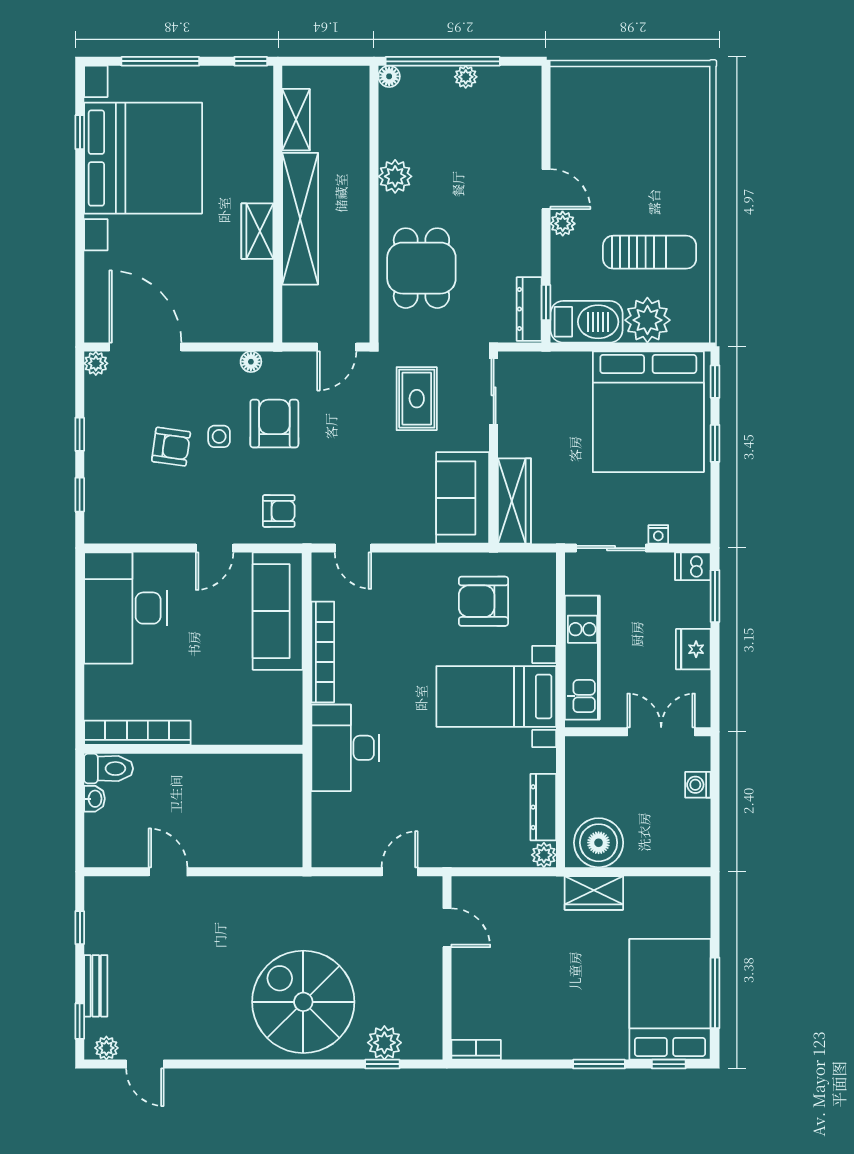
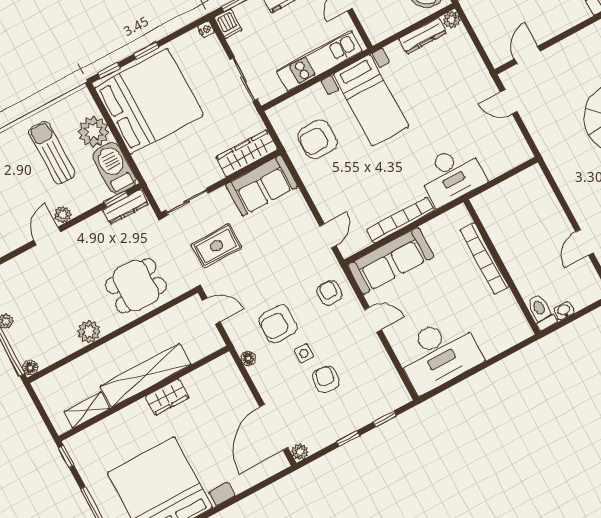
nightstand: (658, 534) -> (206, 29), moved
armchair: (483, 601) -> (318, 139), turned 90
bookcase: (137, 733) -> (484, 259), moved

